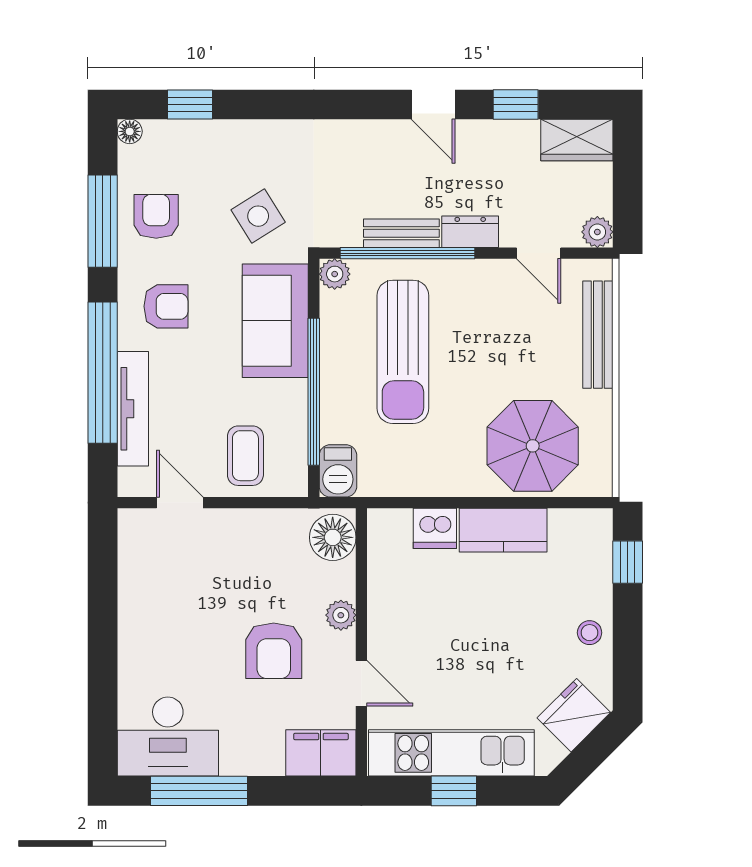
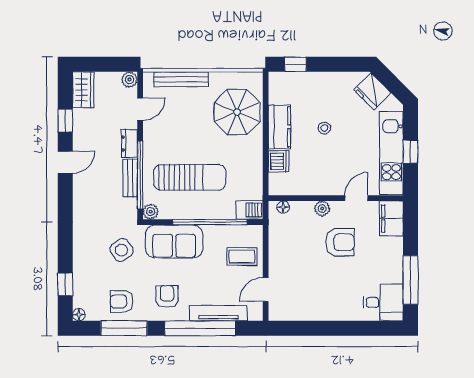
floor lamp: (333, 537) -> (283, 207), width x0.53, depth x0.53
stool: (590, 633) -> (324, 128), moved
desk: (168, 737) -> (383, 302), width x0.73

